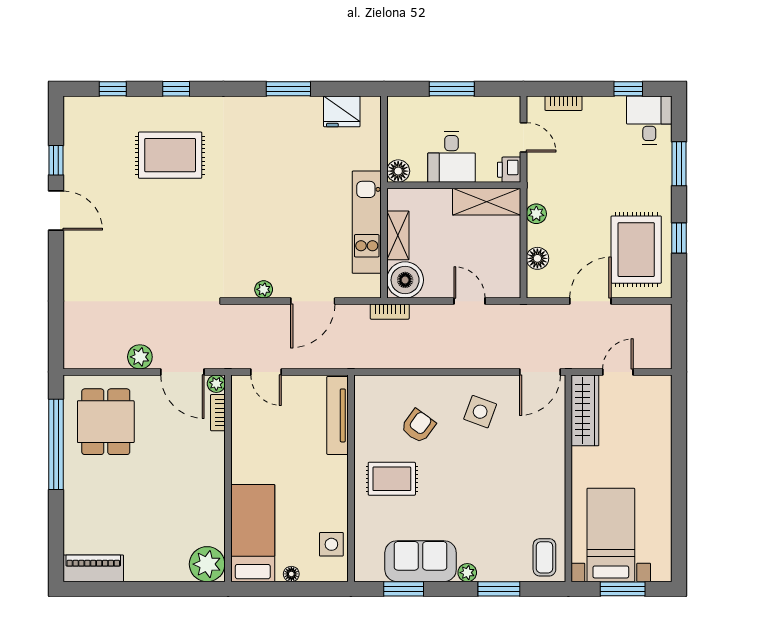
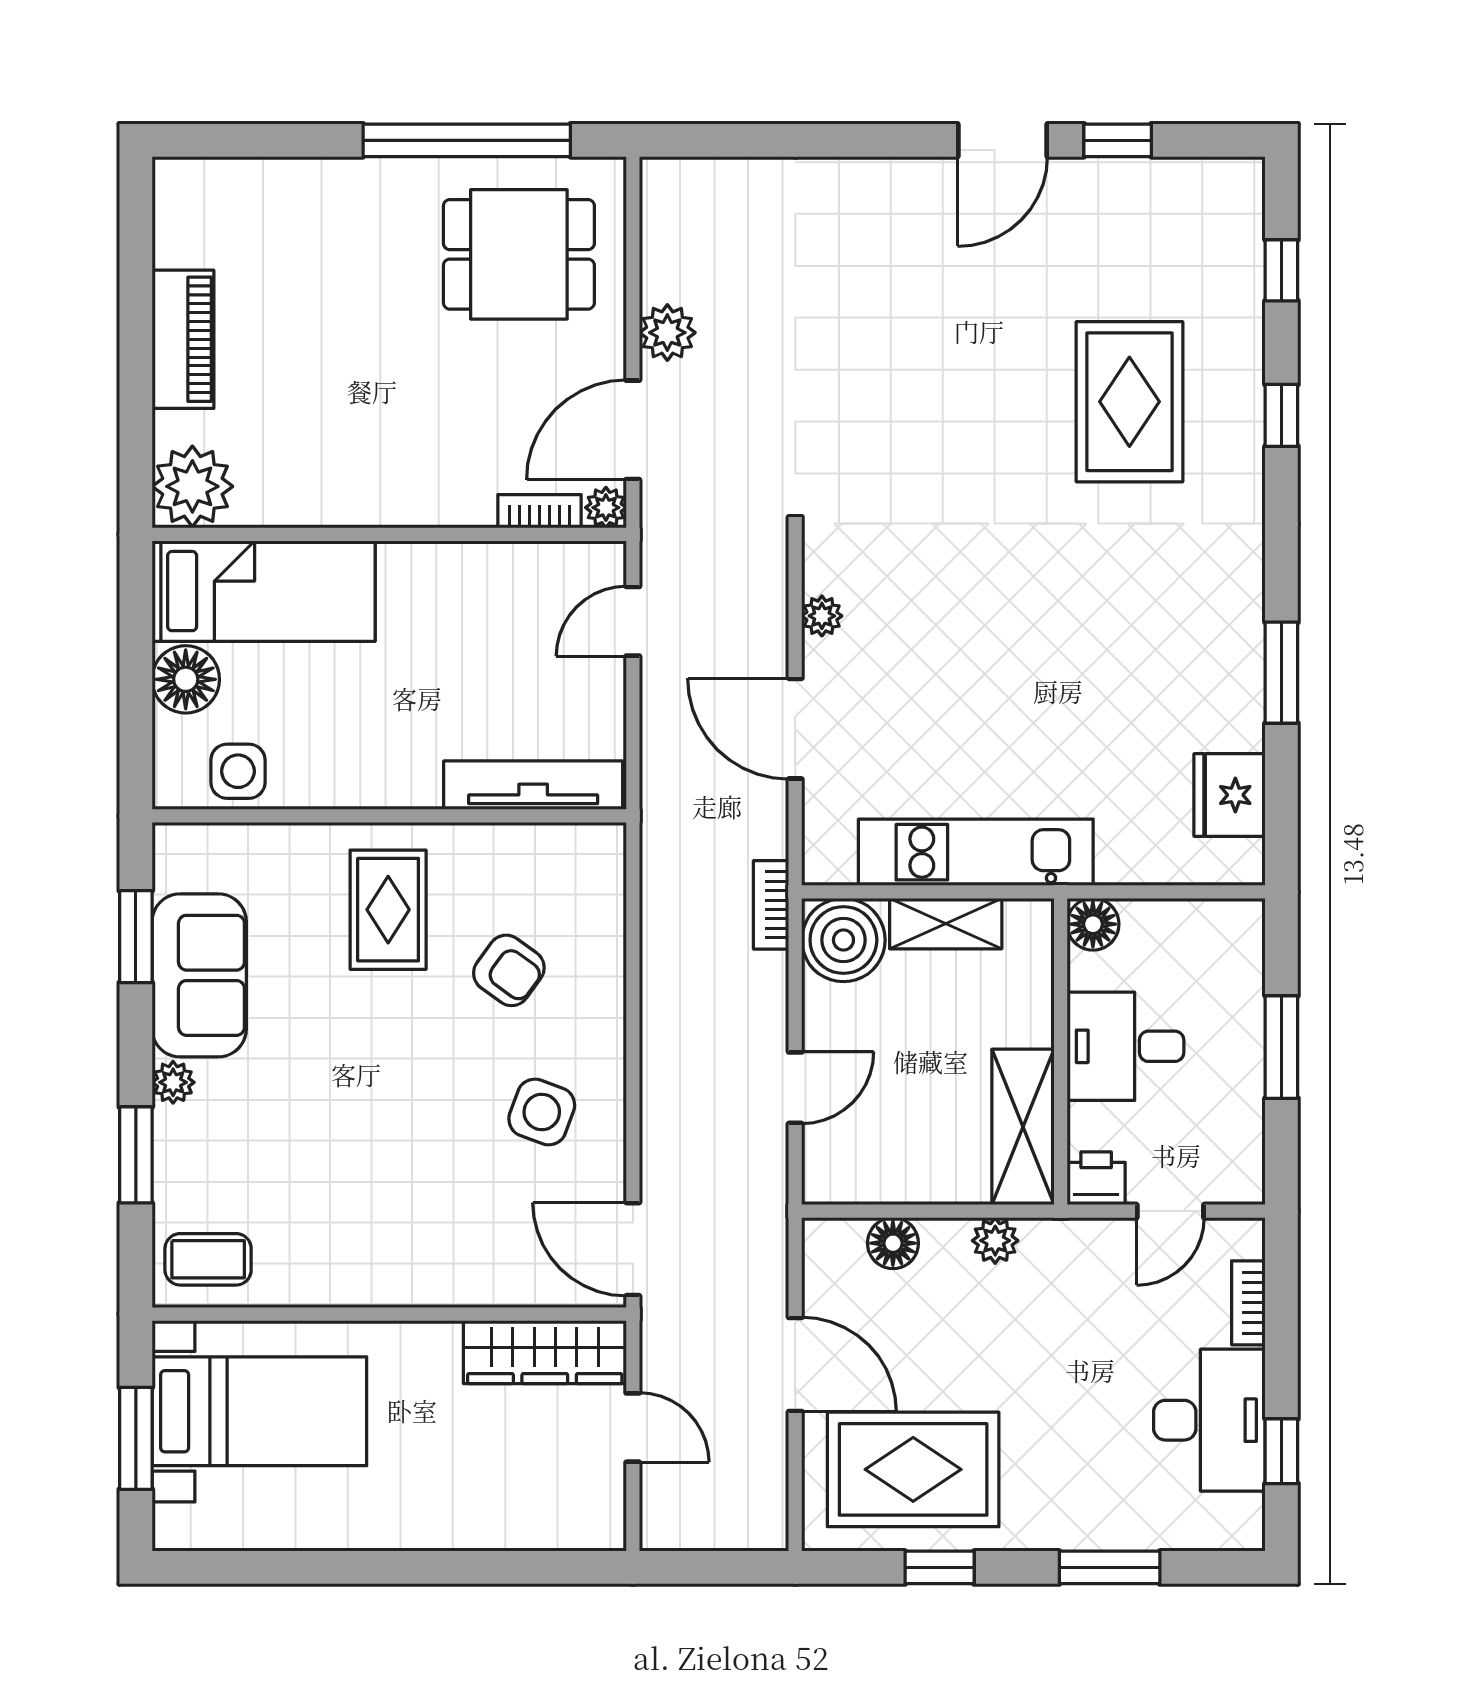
desk: (649, 120) -> (1209, 1420), moved, width x1.37
piano: (93, 568) -> (183, 339), moved
floor lamp: (291, 574) -> (186, 679), width x1.89, depth x1.89

